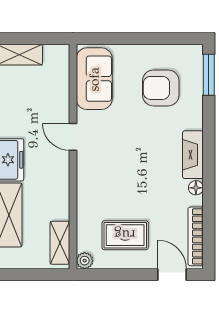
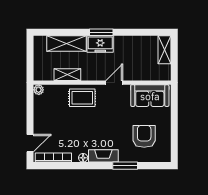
window: (209, 75) -> (125, 166), moved
rug: (125, 235) -> (82, 98), moved, turned 90
shelving: (60, 243) -> (67, 75), moved

